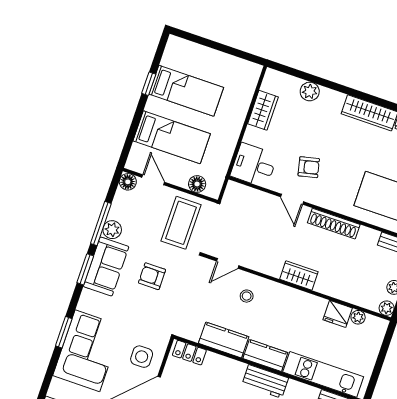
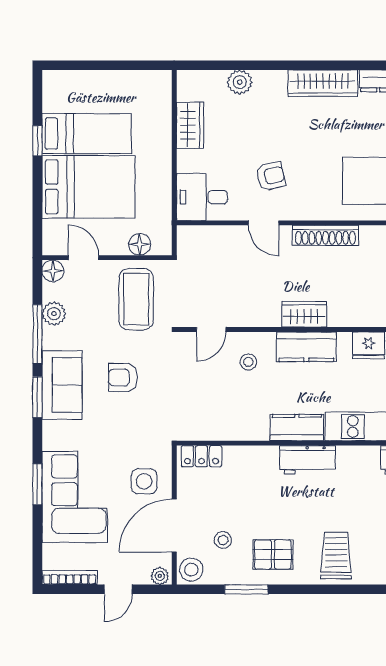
bed: (172, 137) -> (88, 187), width x1.50
plant: (112, 230) -> (54, 314), moved
kitchen counter: (224, 340) -> (306, 347), moved, turned 180

